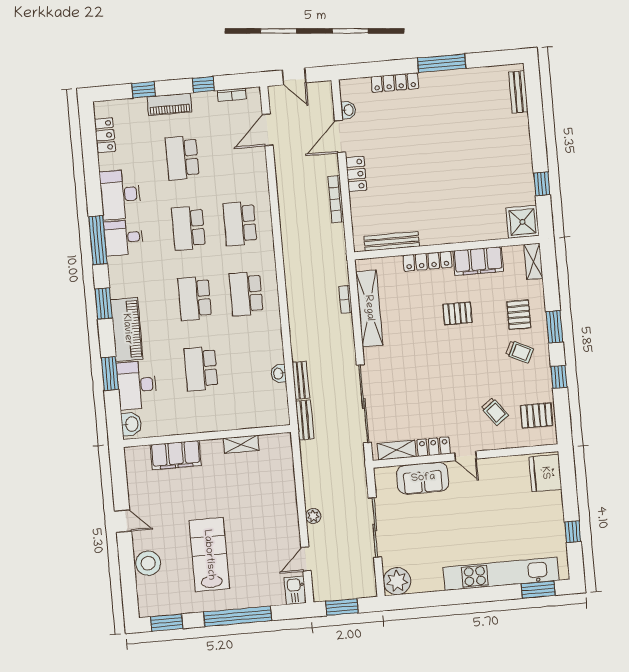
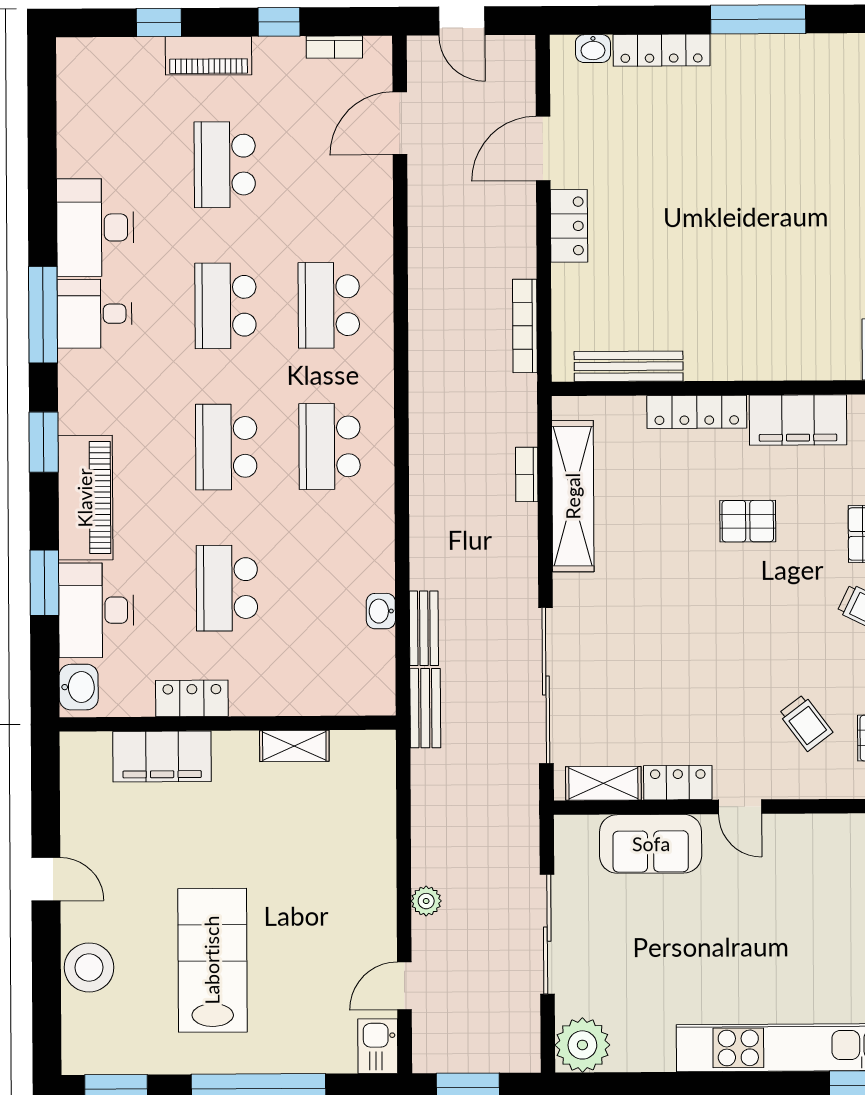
washbasin: (348, 110) -> (593, 49), moved, turned 90
locker: (105, 135) -> (192, 698), moved, turned -90
bookcase: (336, 199) -> (525, 326), moved

